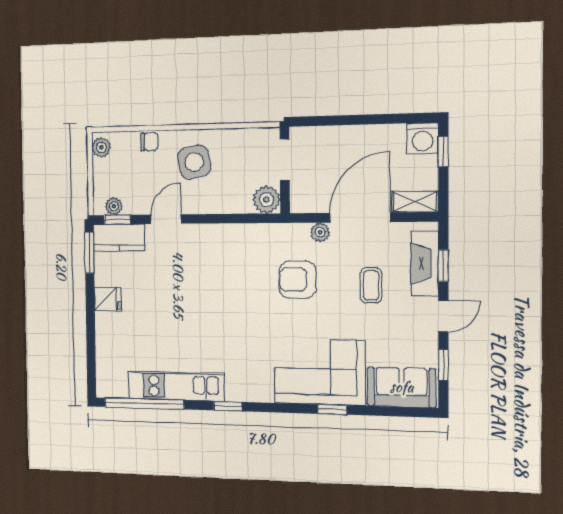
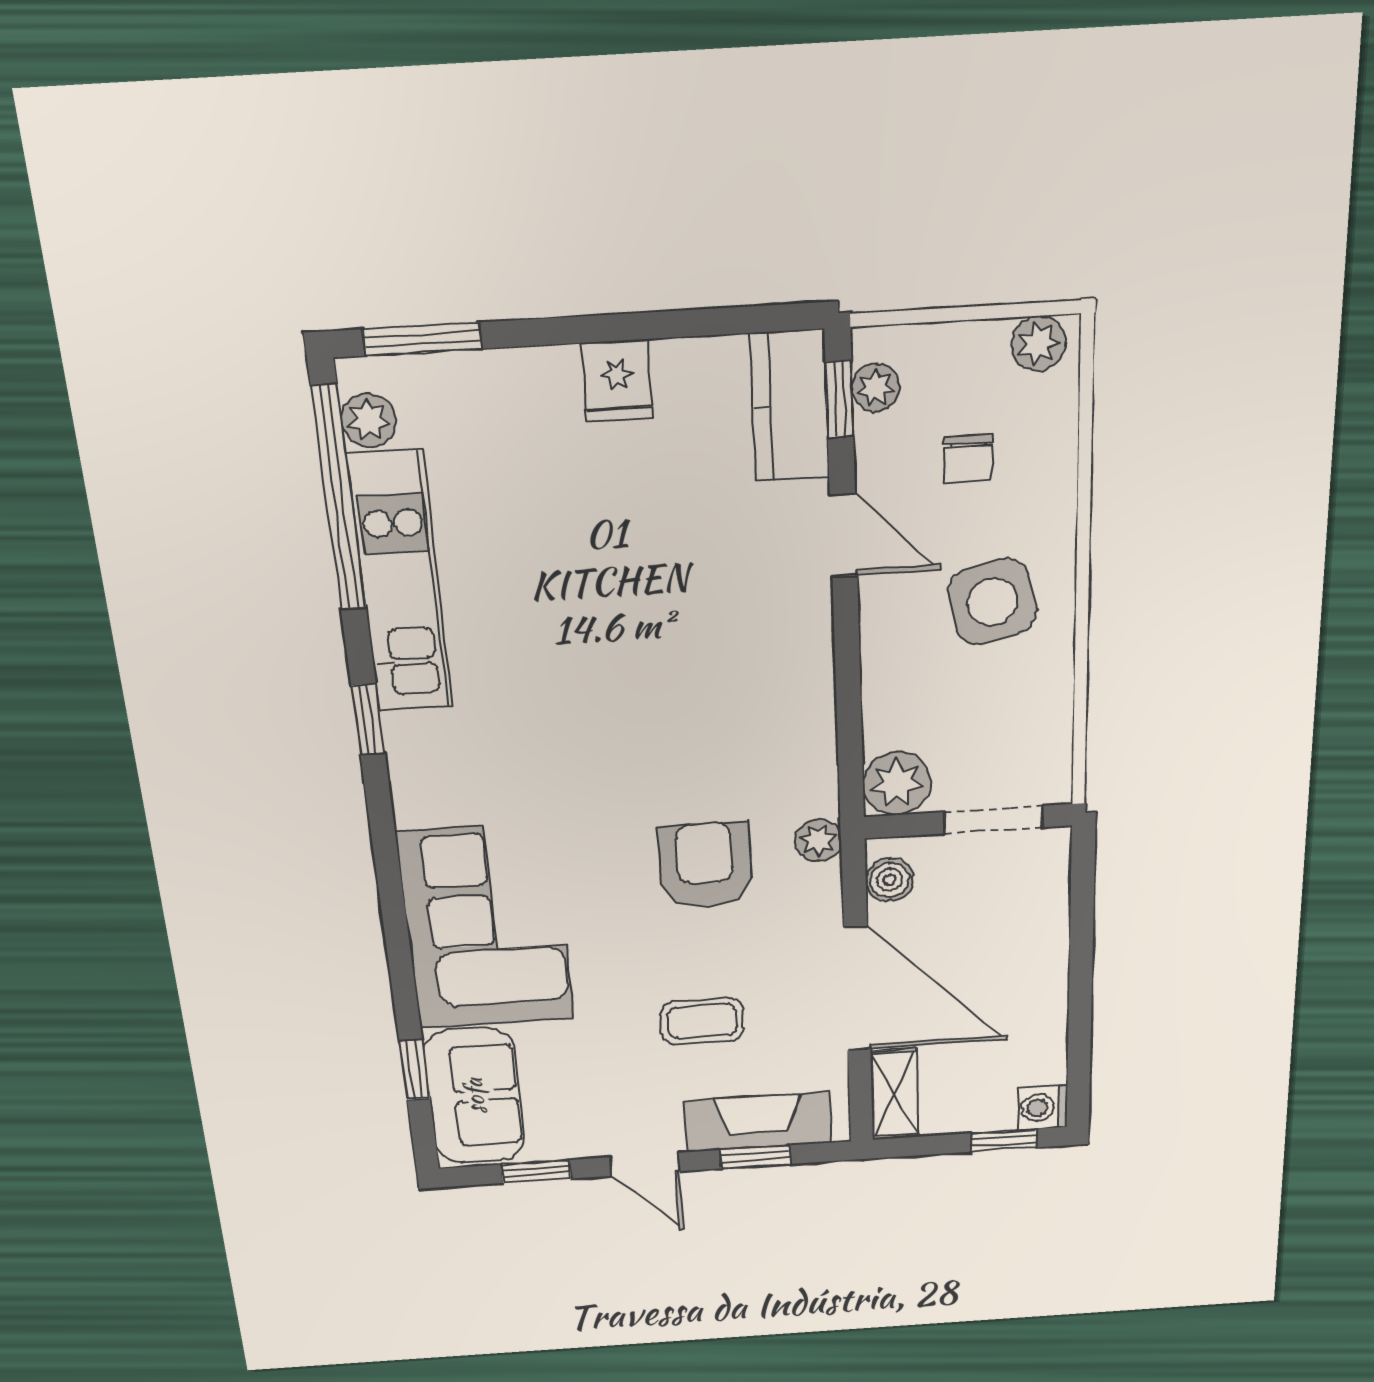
washing machine: (423, 138) -> (1043, 1107), width x0.73, depth x0.73
chair: (149, 142) -> (968, 459), moved
boiler: (309, 203) -> (889, 880), added
plant: (320, 232) -> (818, 840), moved
window: (89, 253) -> (422, 339), moved
plant: (117, 389) -> (369, 420), added
window: (332, 410) -> (415, 1070), moved

